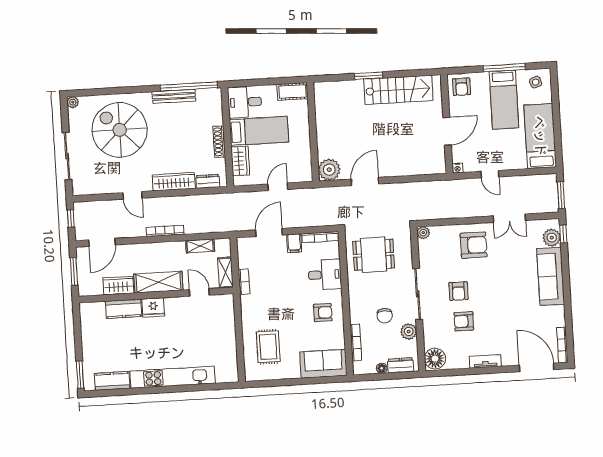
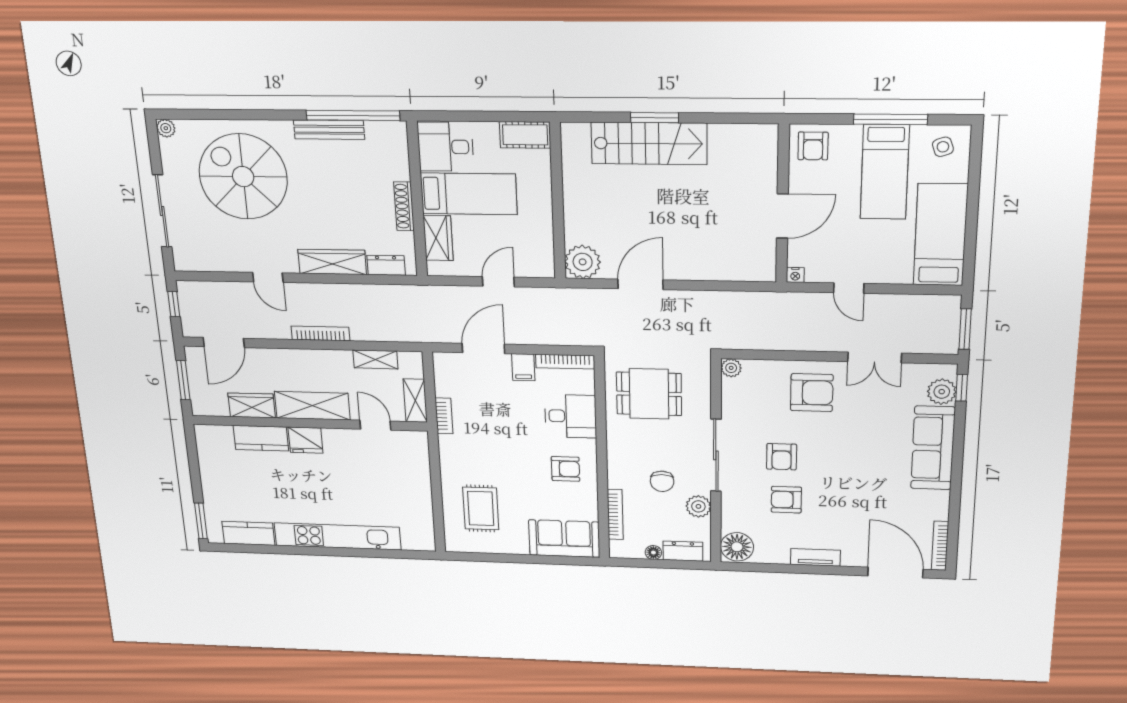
stairs: (398, 90) -> (649, 143), moved

